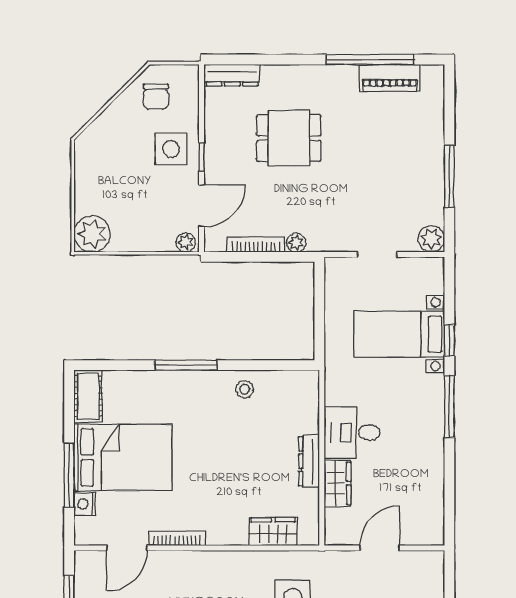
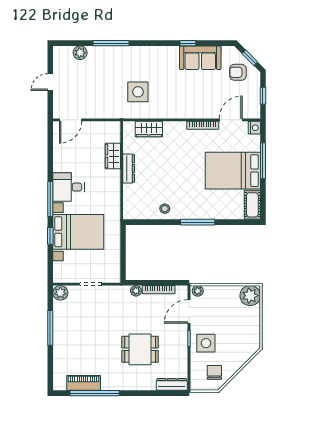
bed with nightstands: (399, 334) -> (78, 232), width x1.36
desk: (352, 432) -> (69, 187), moved, turned 180
nightstand: (85, 504) -> (254, 128), moved
door: (380, 548) -> (71, 120), moved

